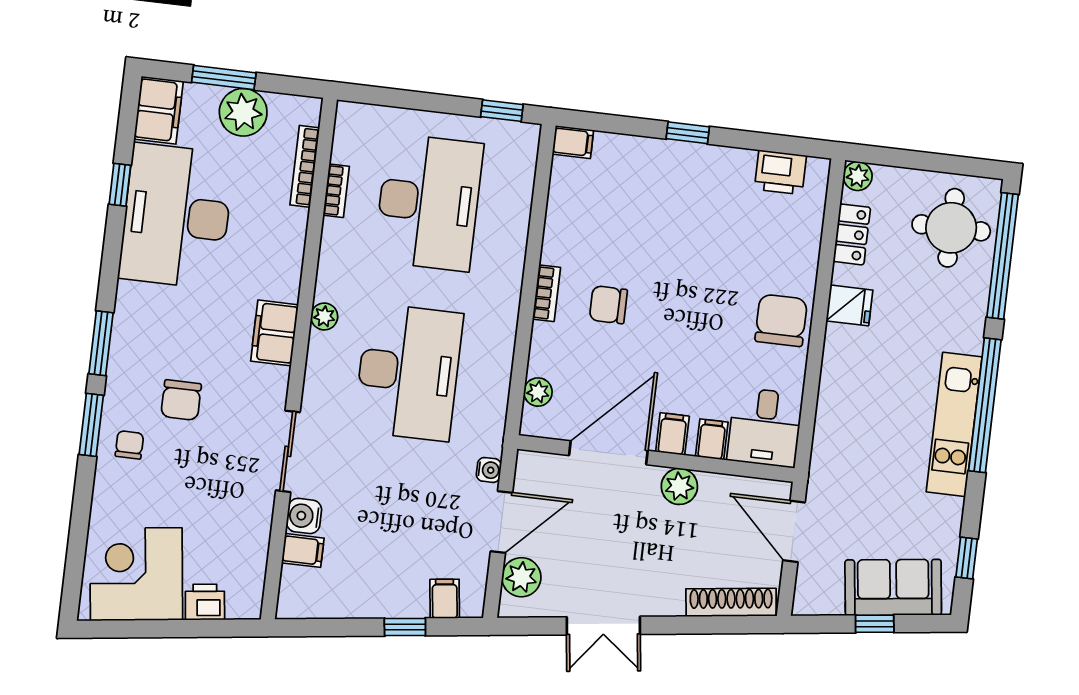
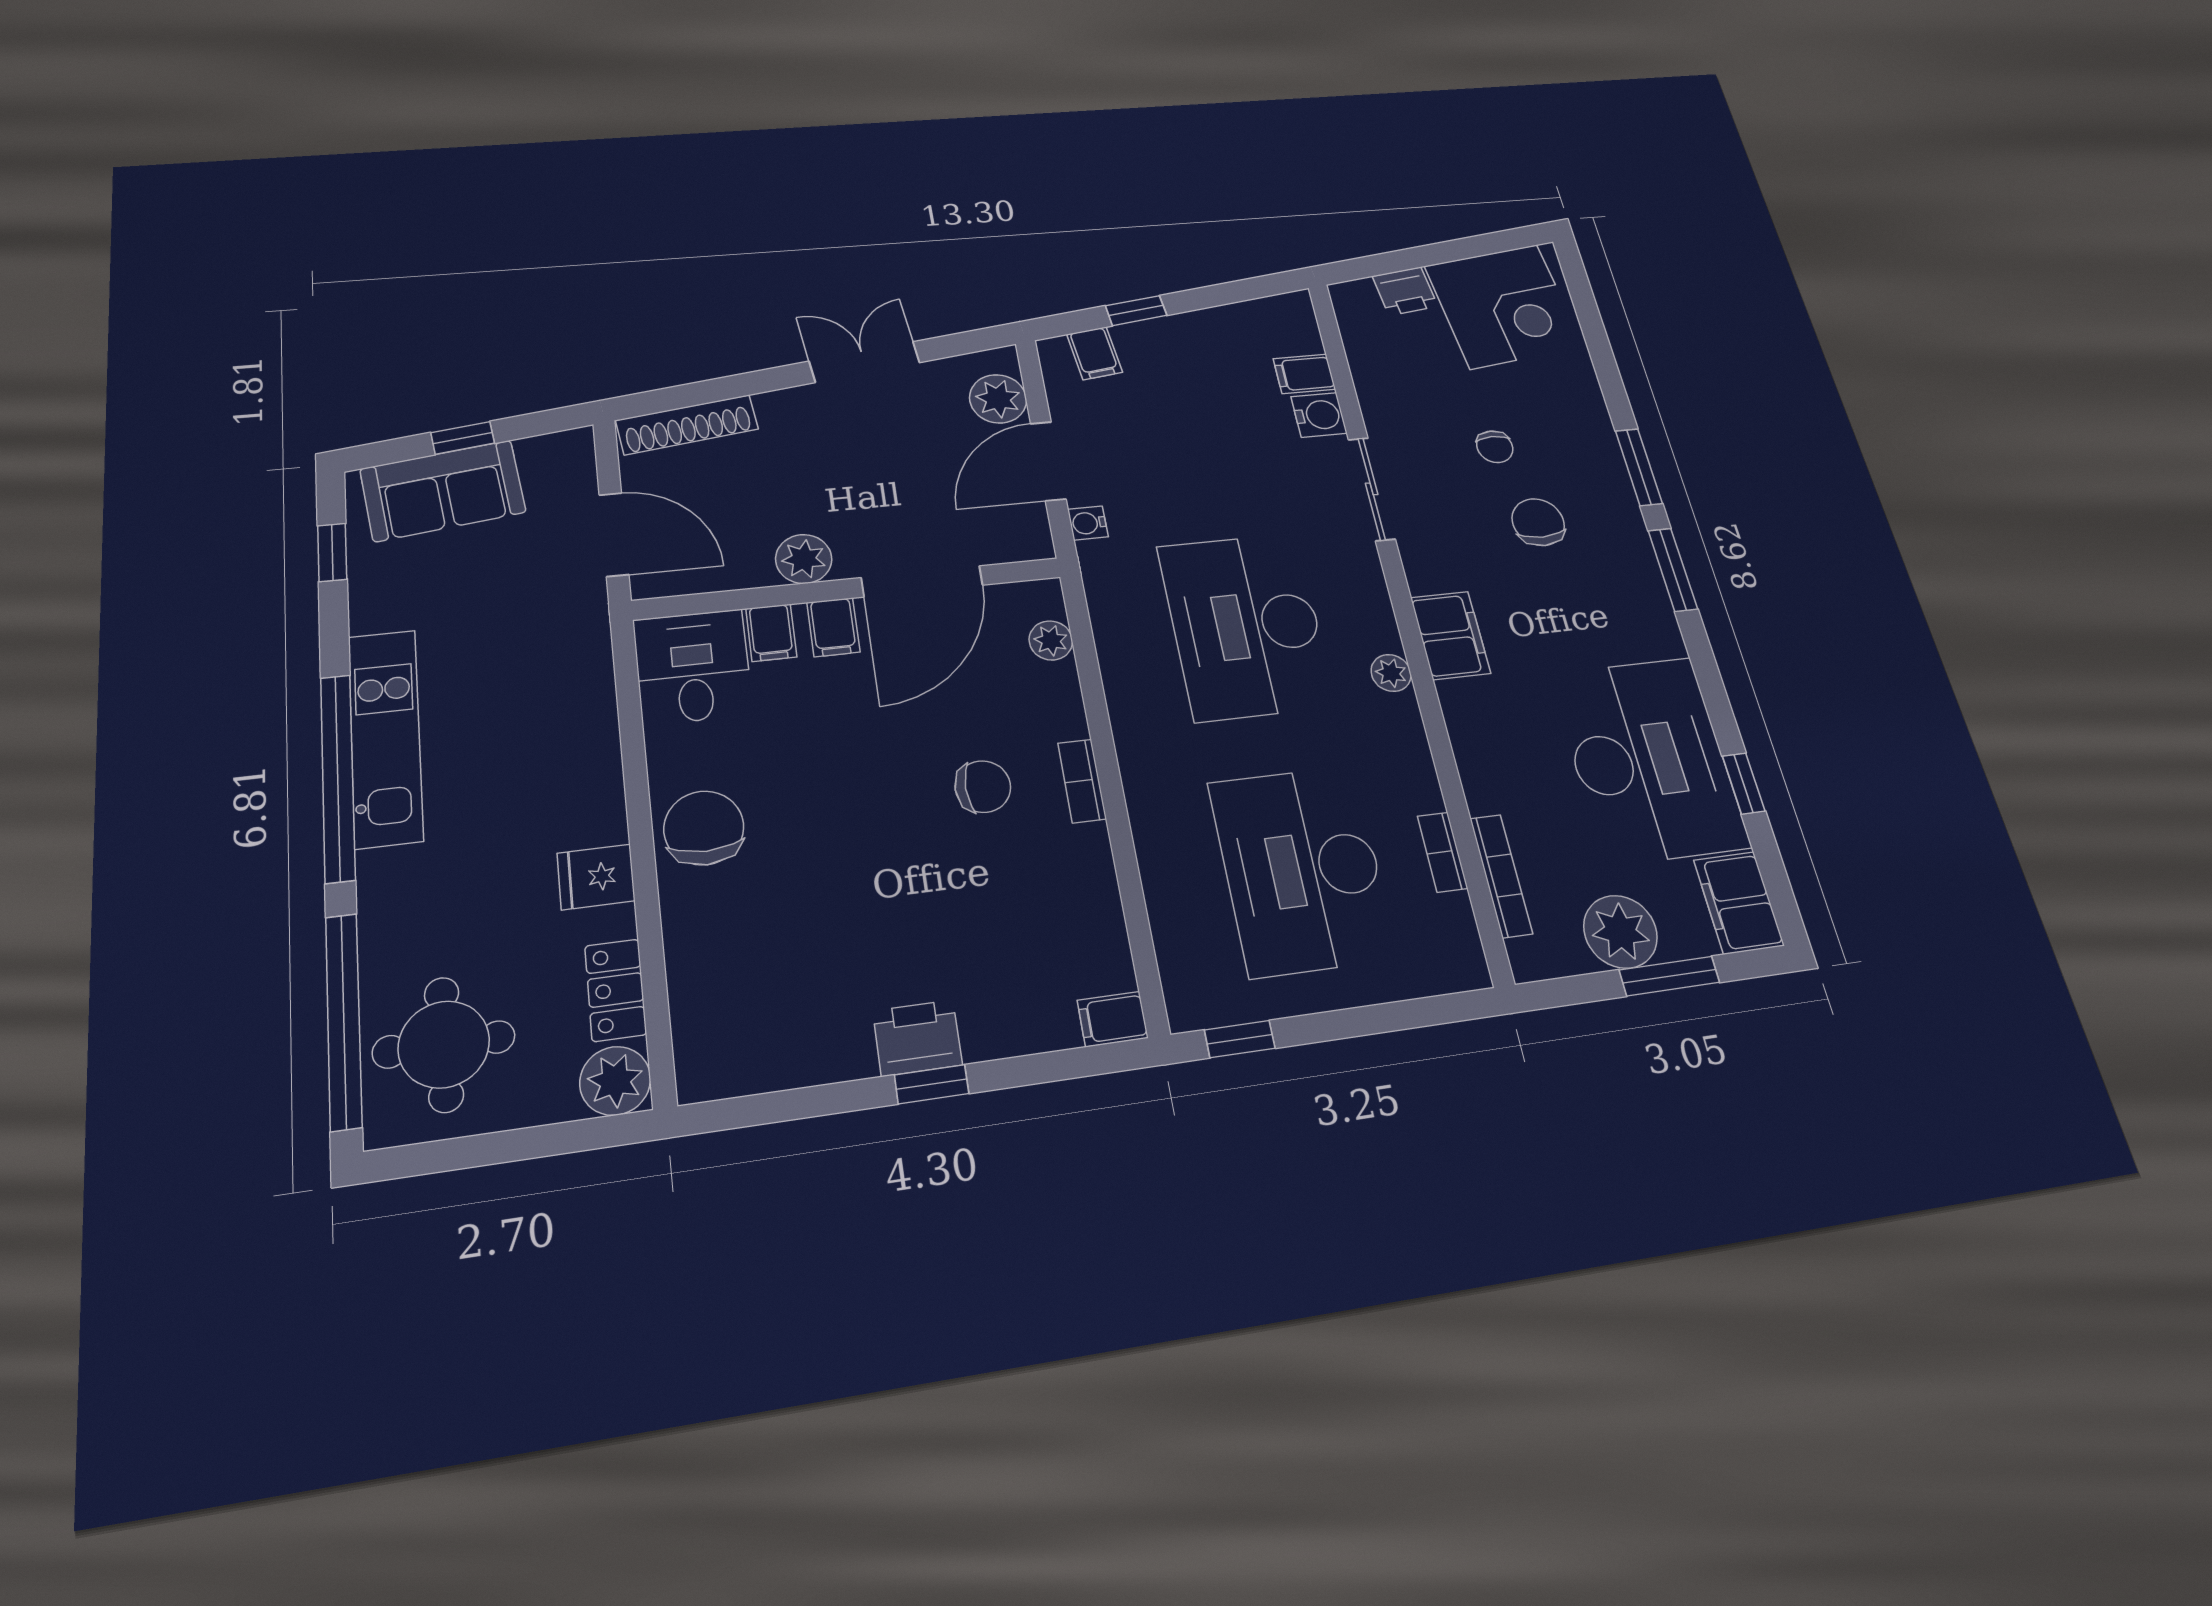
printer: (780, 172) -> (917, 1038), moved
plant: (858, 176) -> (615, 1081), width x1.38, depth x1.38
chair: (781, 320) -> (704, 828), turned 180
chair: (129, 445) -> (1495, 447), moved

